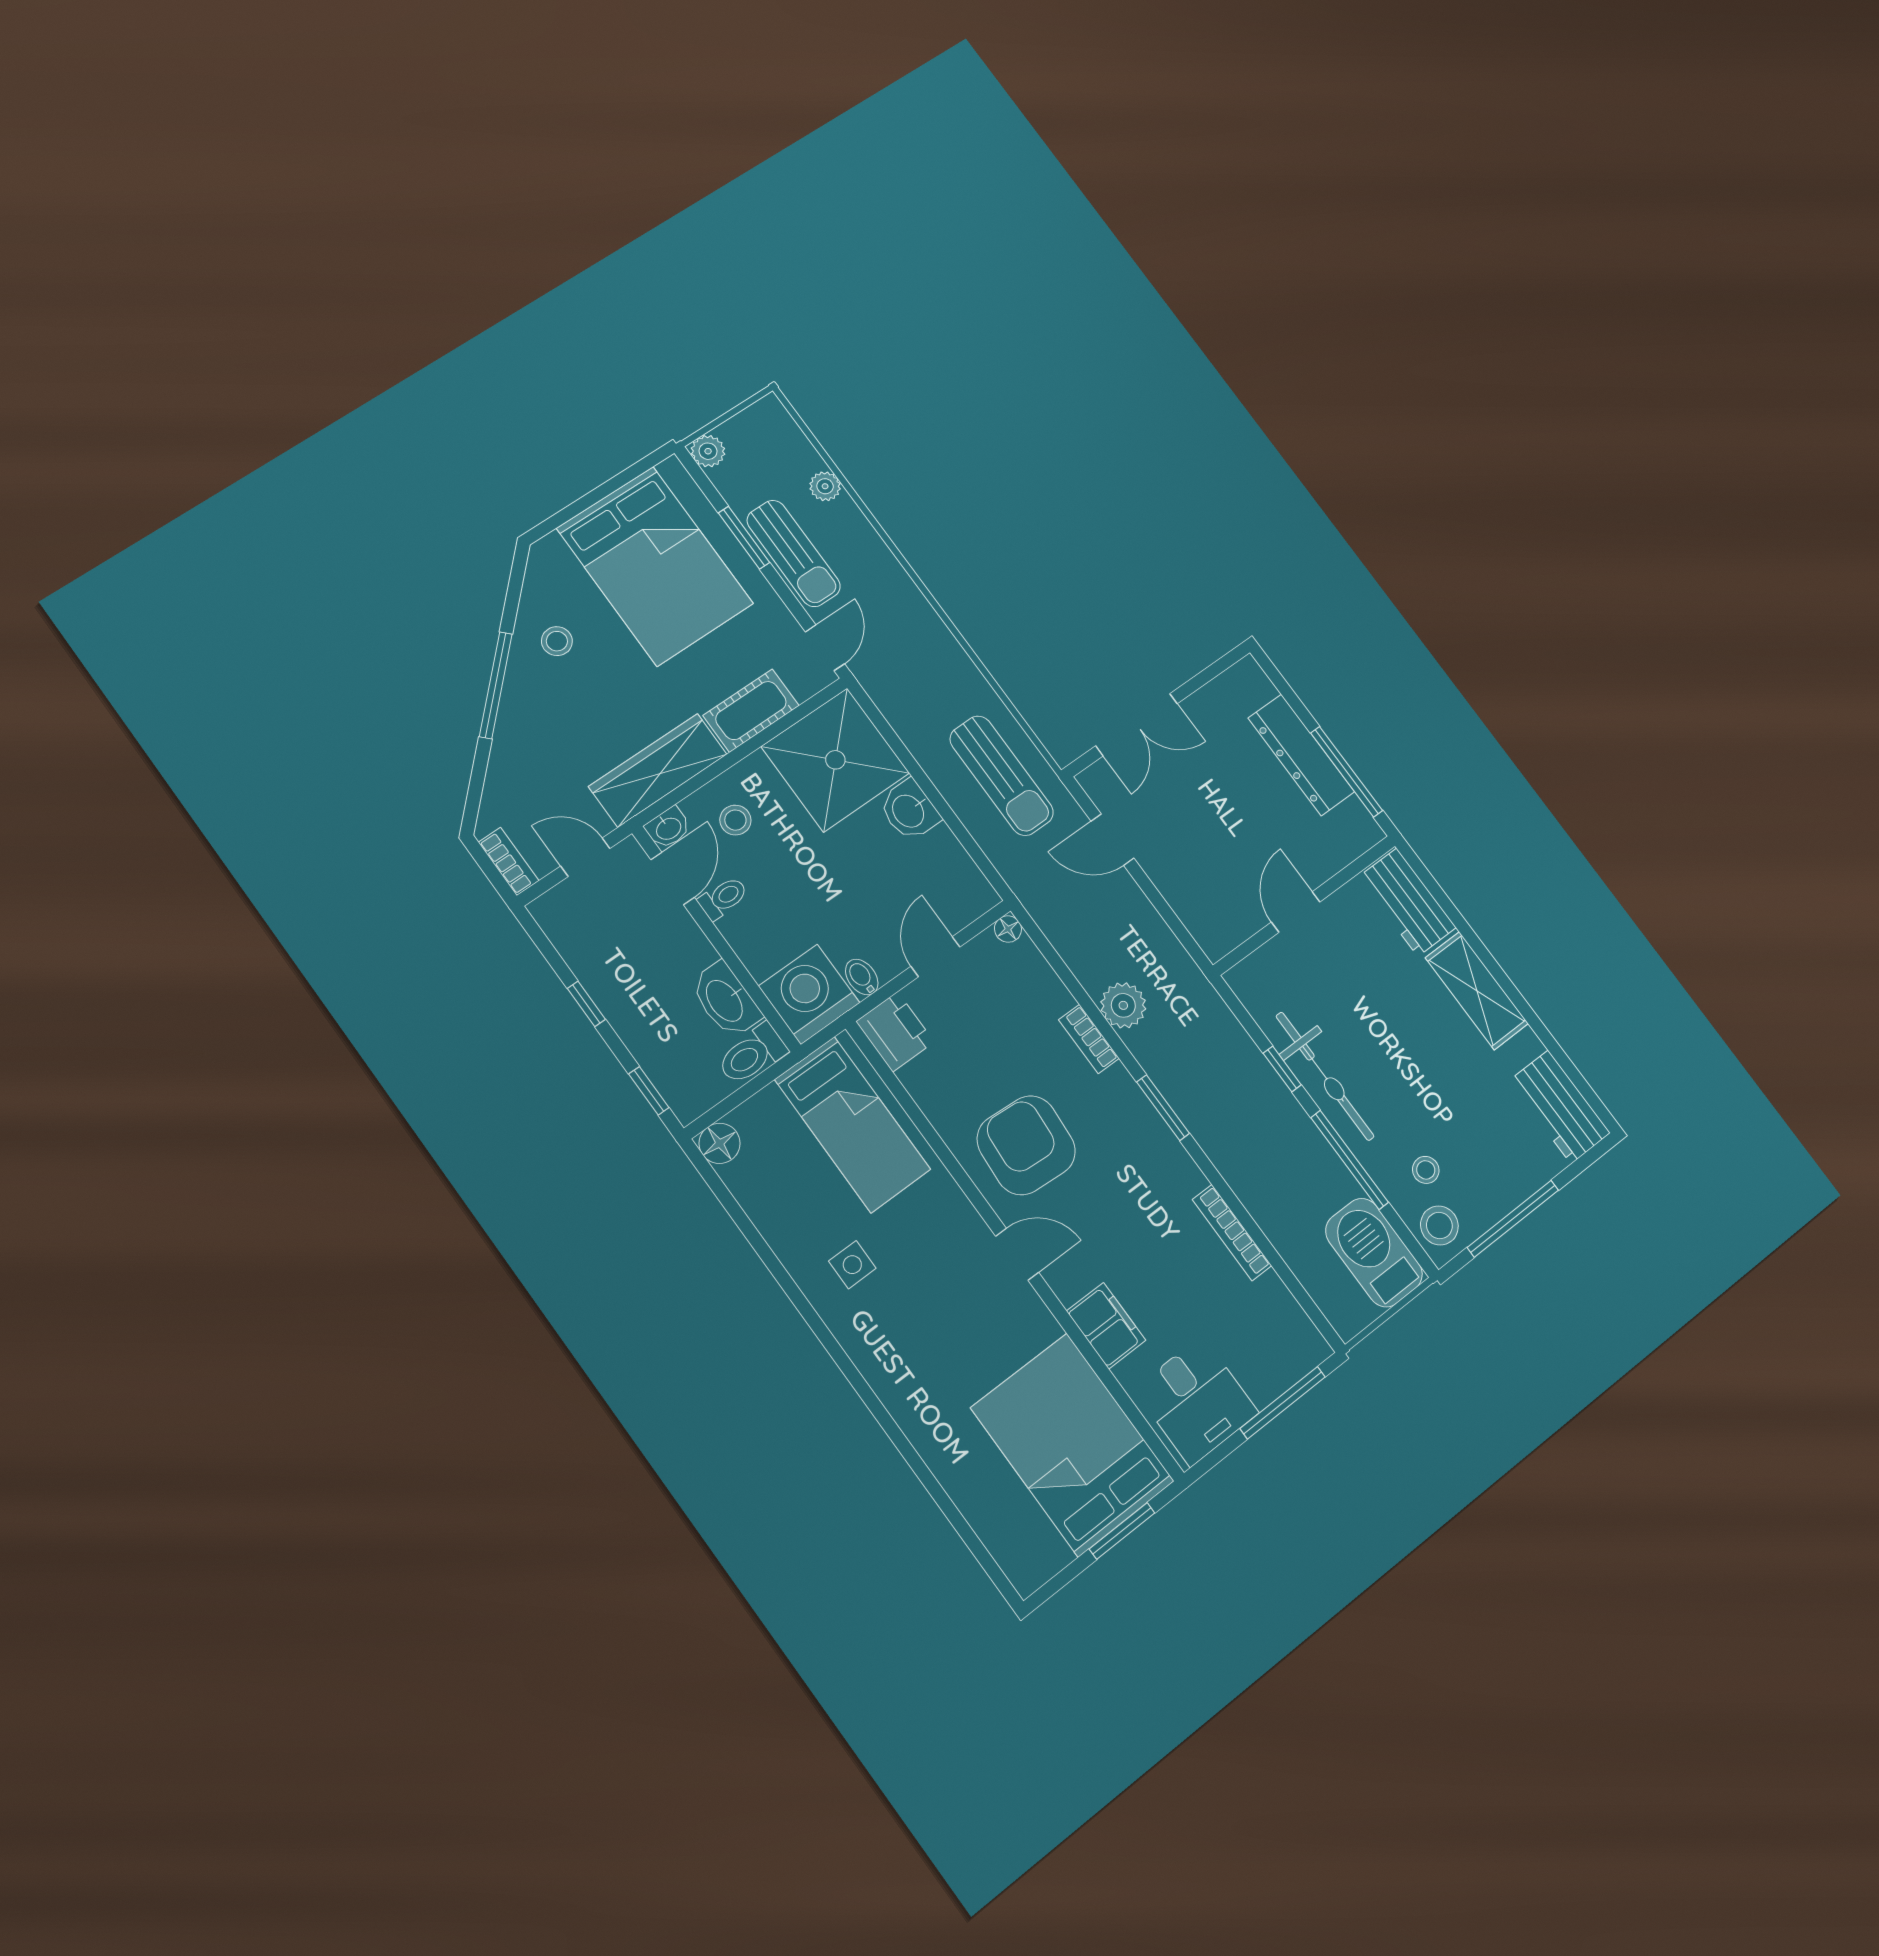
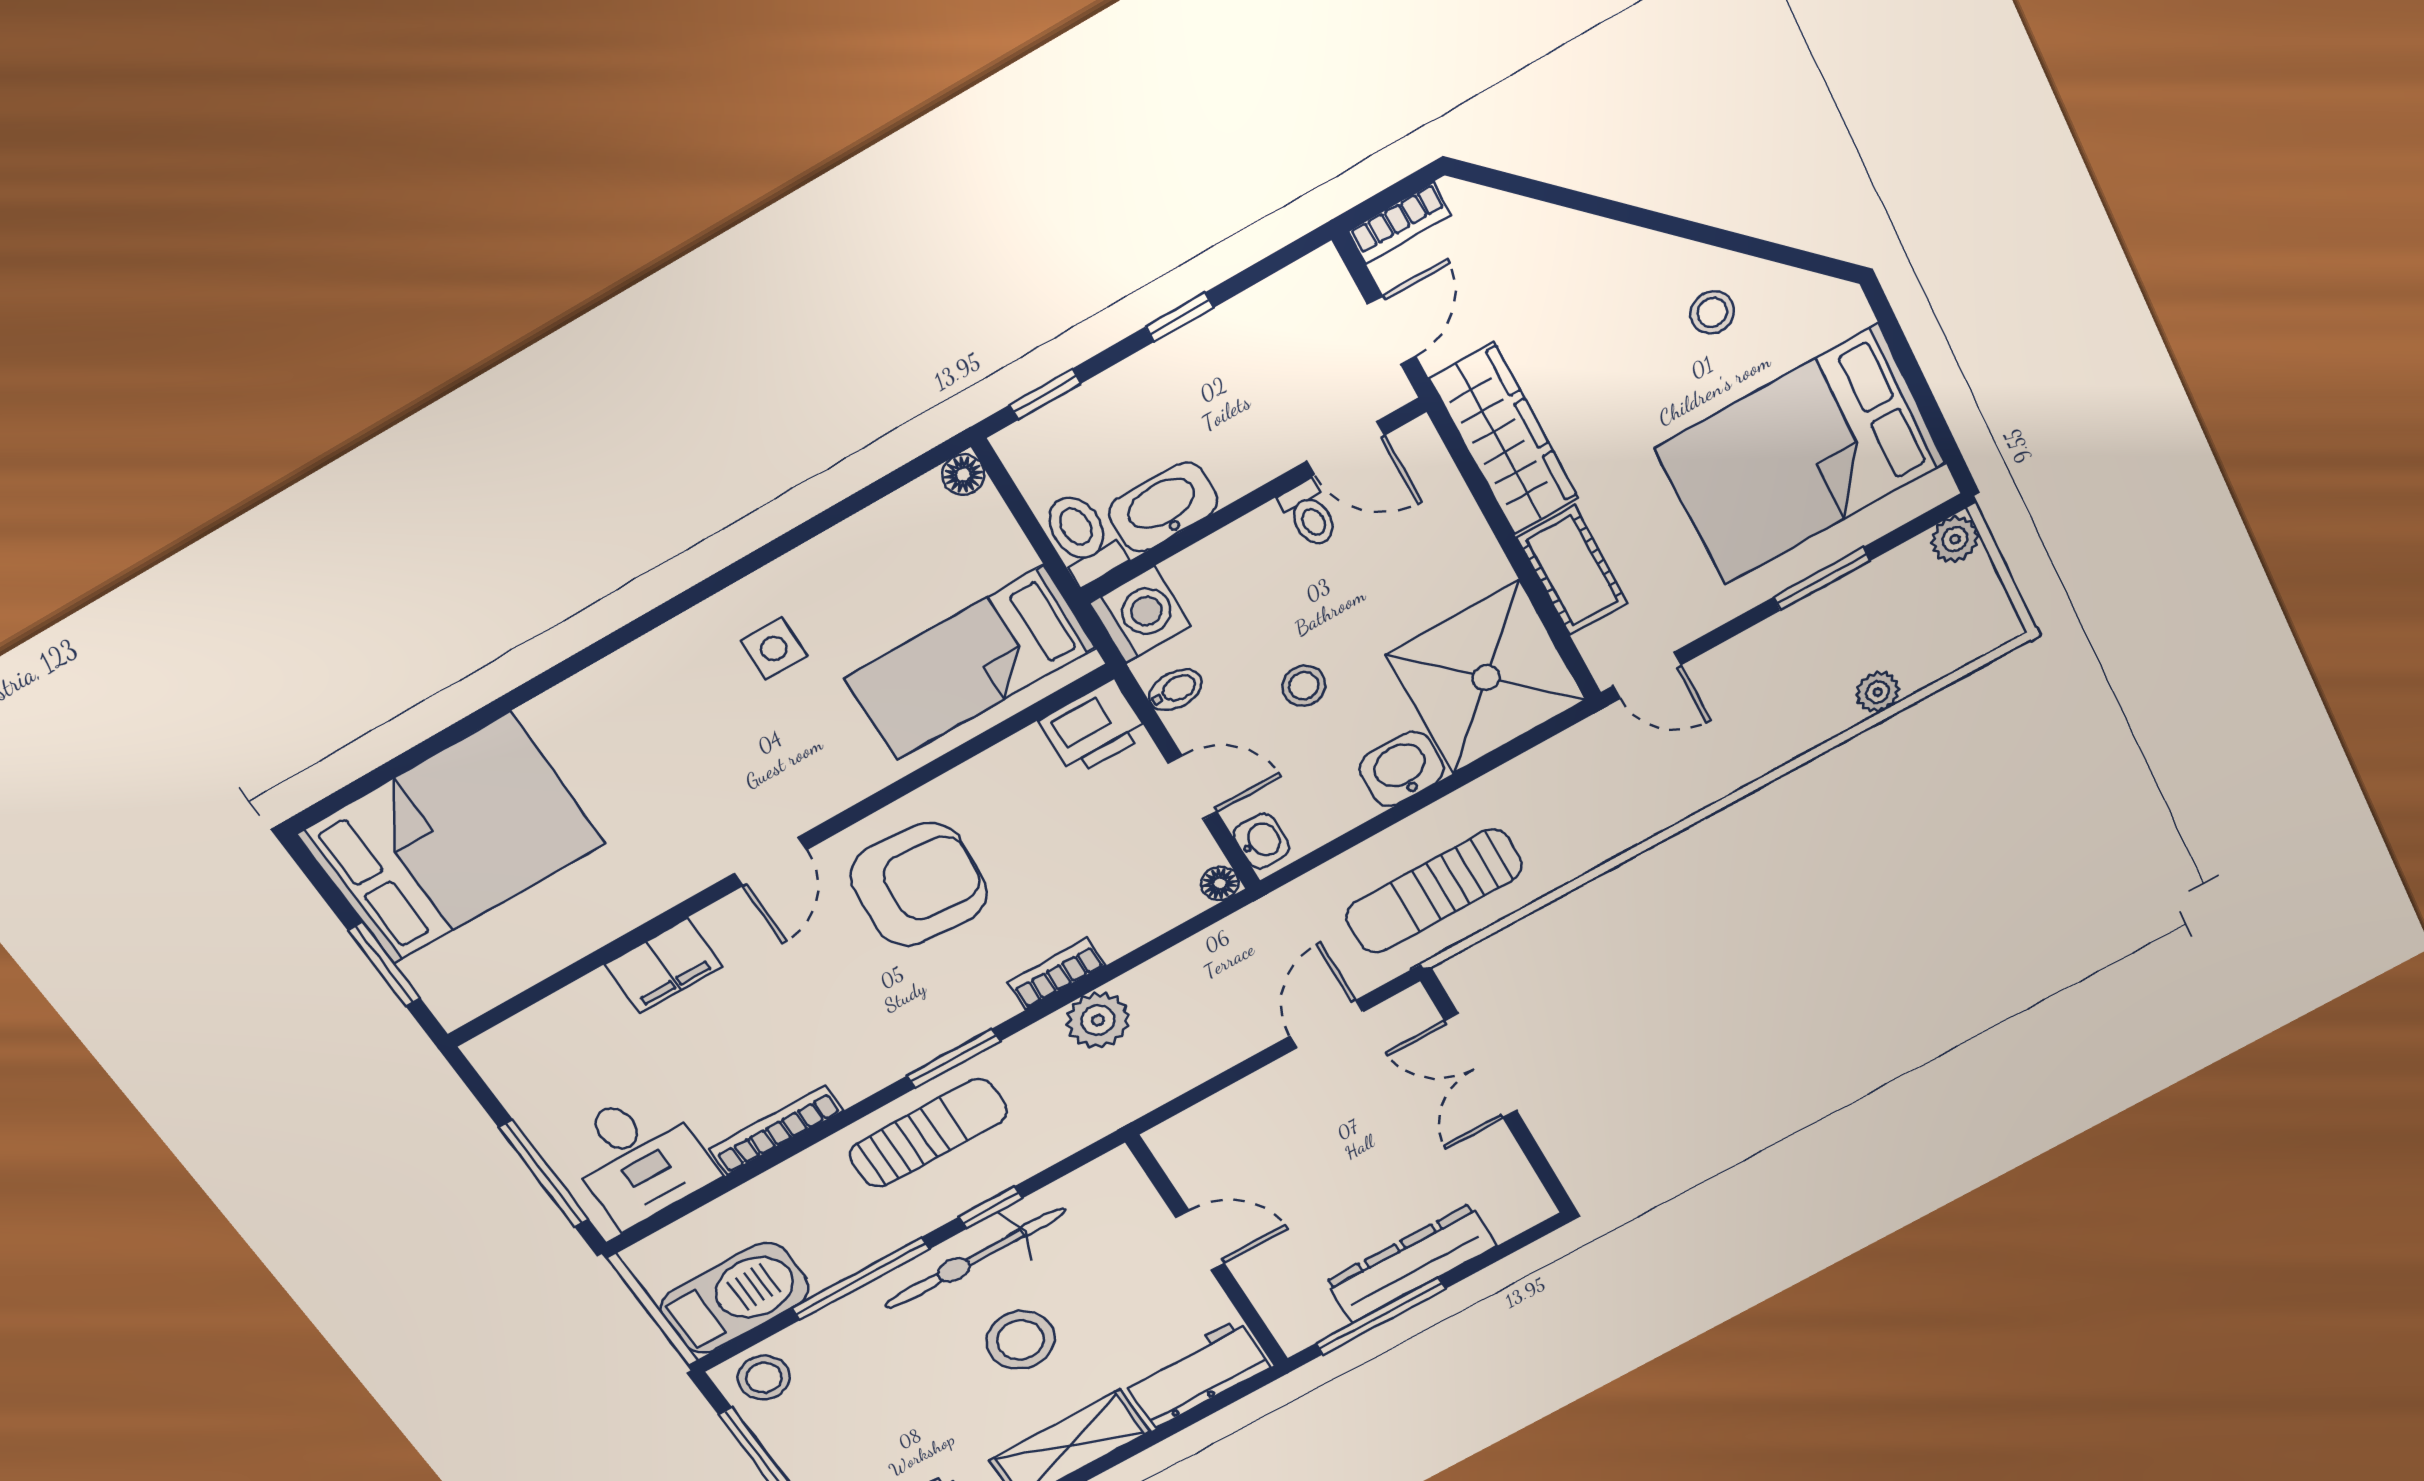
sun lounger: (794, 553) -> (928, 1133), moved, turned 180
window: (496, 685) -> (1660, 222), removed
stool: (735, 820) -> (1304, 686), moved
washbasin: (668, 828) -> (1262, 841), moved, turned 180
washing machine: (809, 994) -> (1140, 615), width x0.73, depth x0.73
floor lamp: (720, 1143) -> (963, 475), width x0.73, depth x0.73
stool: (1426, 1170) -> (1021, 1340), moved, width x1.89, depth x1.89
desk: (1196, 1401) -> (638, 1158), moved, turned -90
bed: (1072, 1444) -> (451, 839), moved

